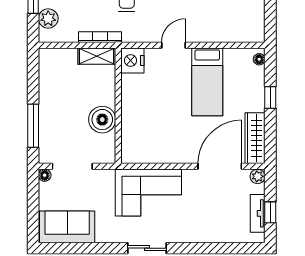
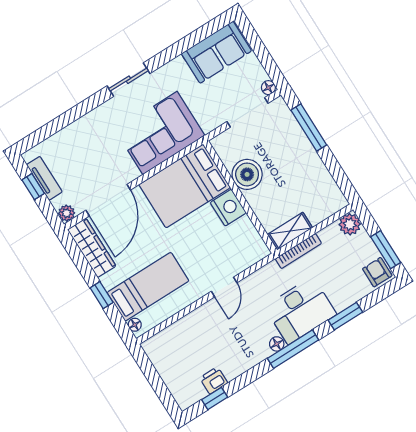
plant: (48, 19) -> (350, 224), moved
nightstand: (132, 61) -> (228, 208), moved
bed: (207, 82) -> (148, 287), moved, turned 90
bed: (155, 141) -> (185, 186), added

